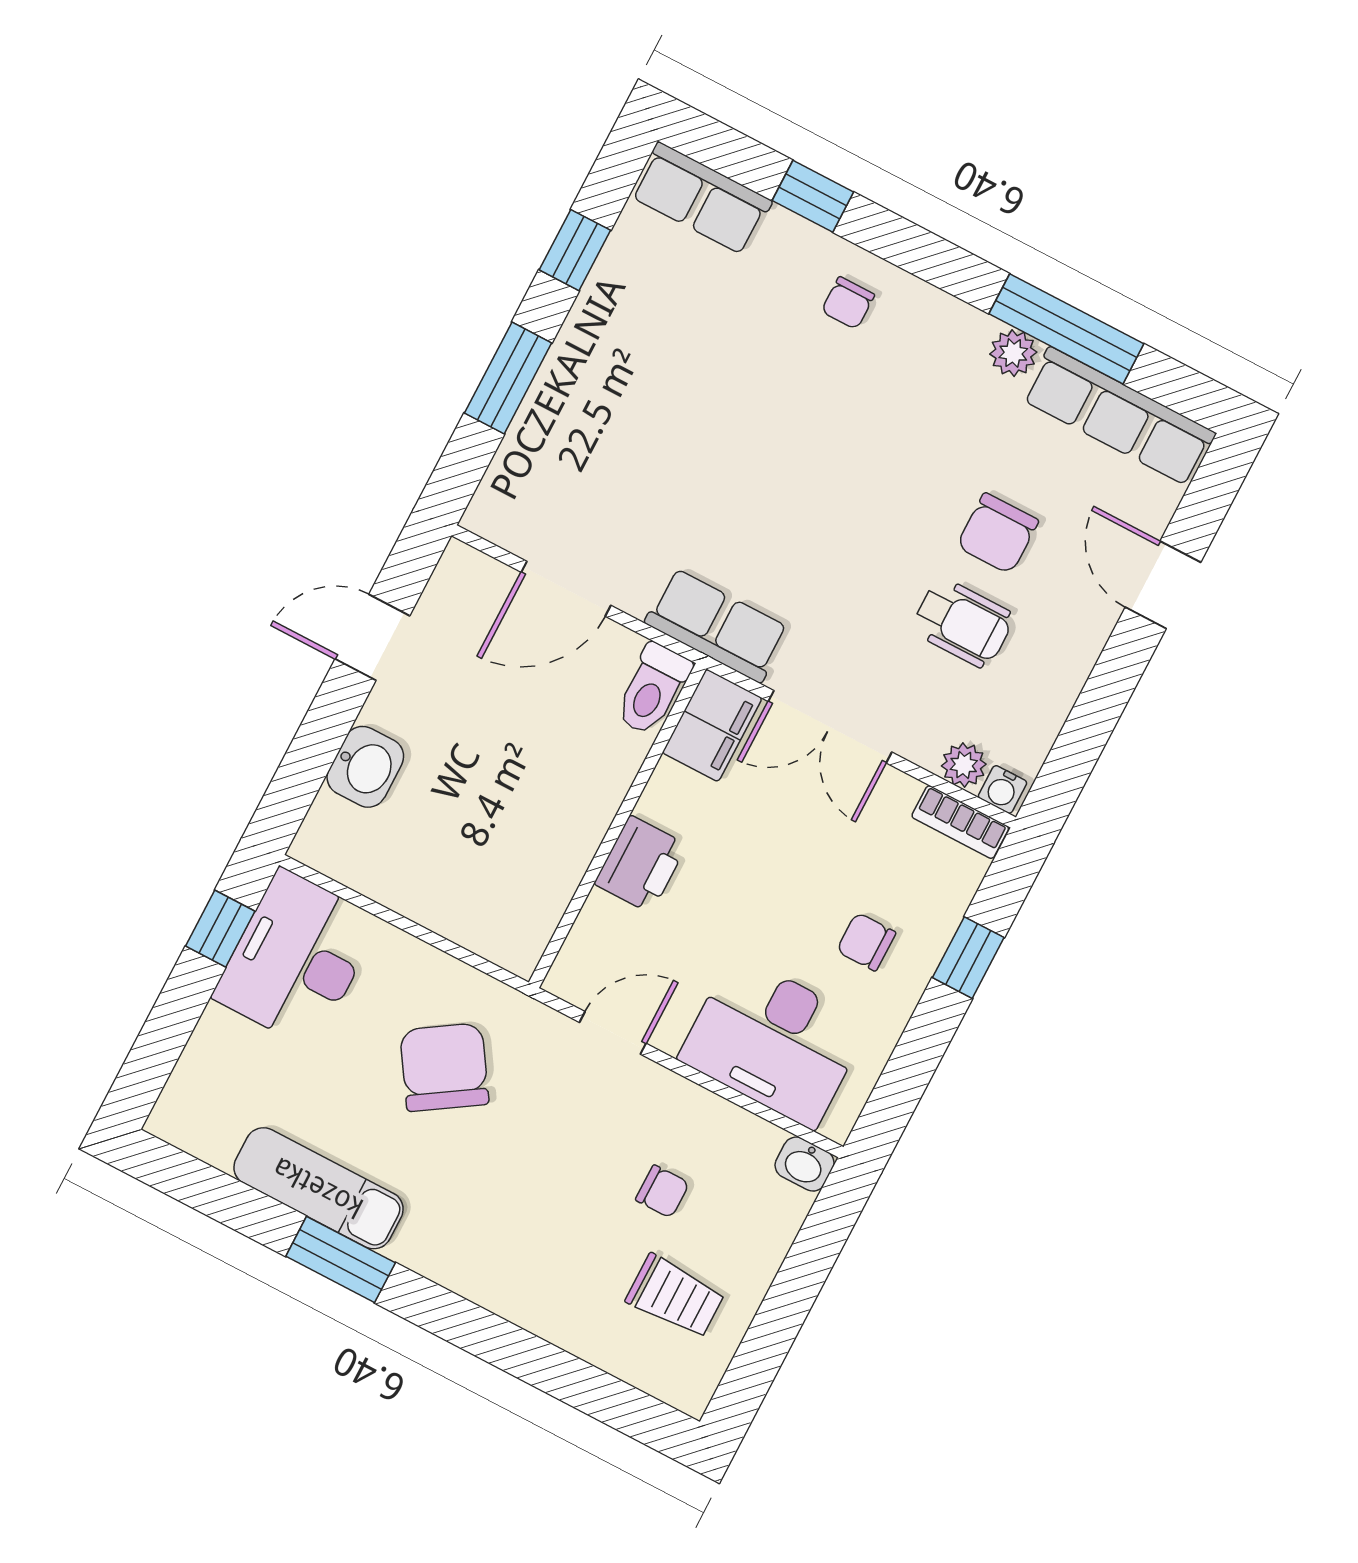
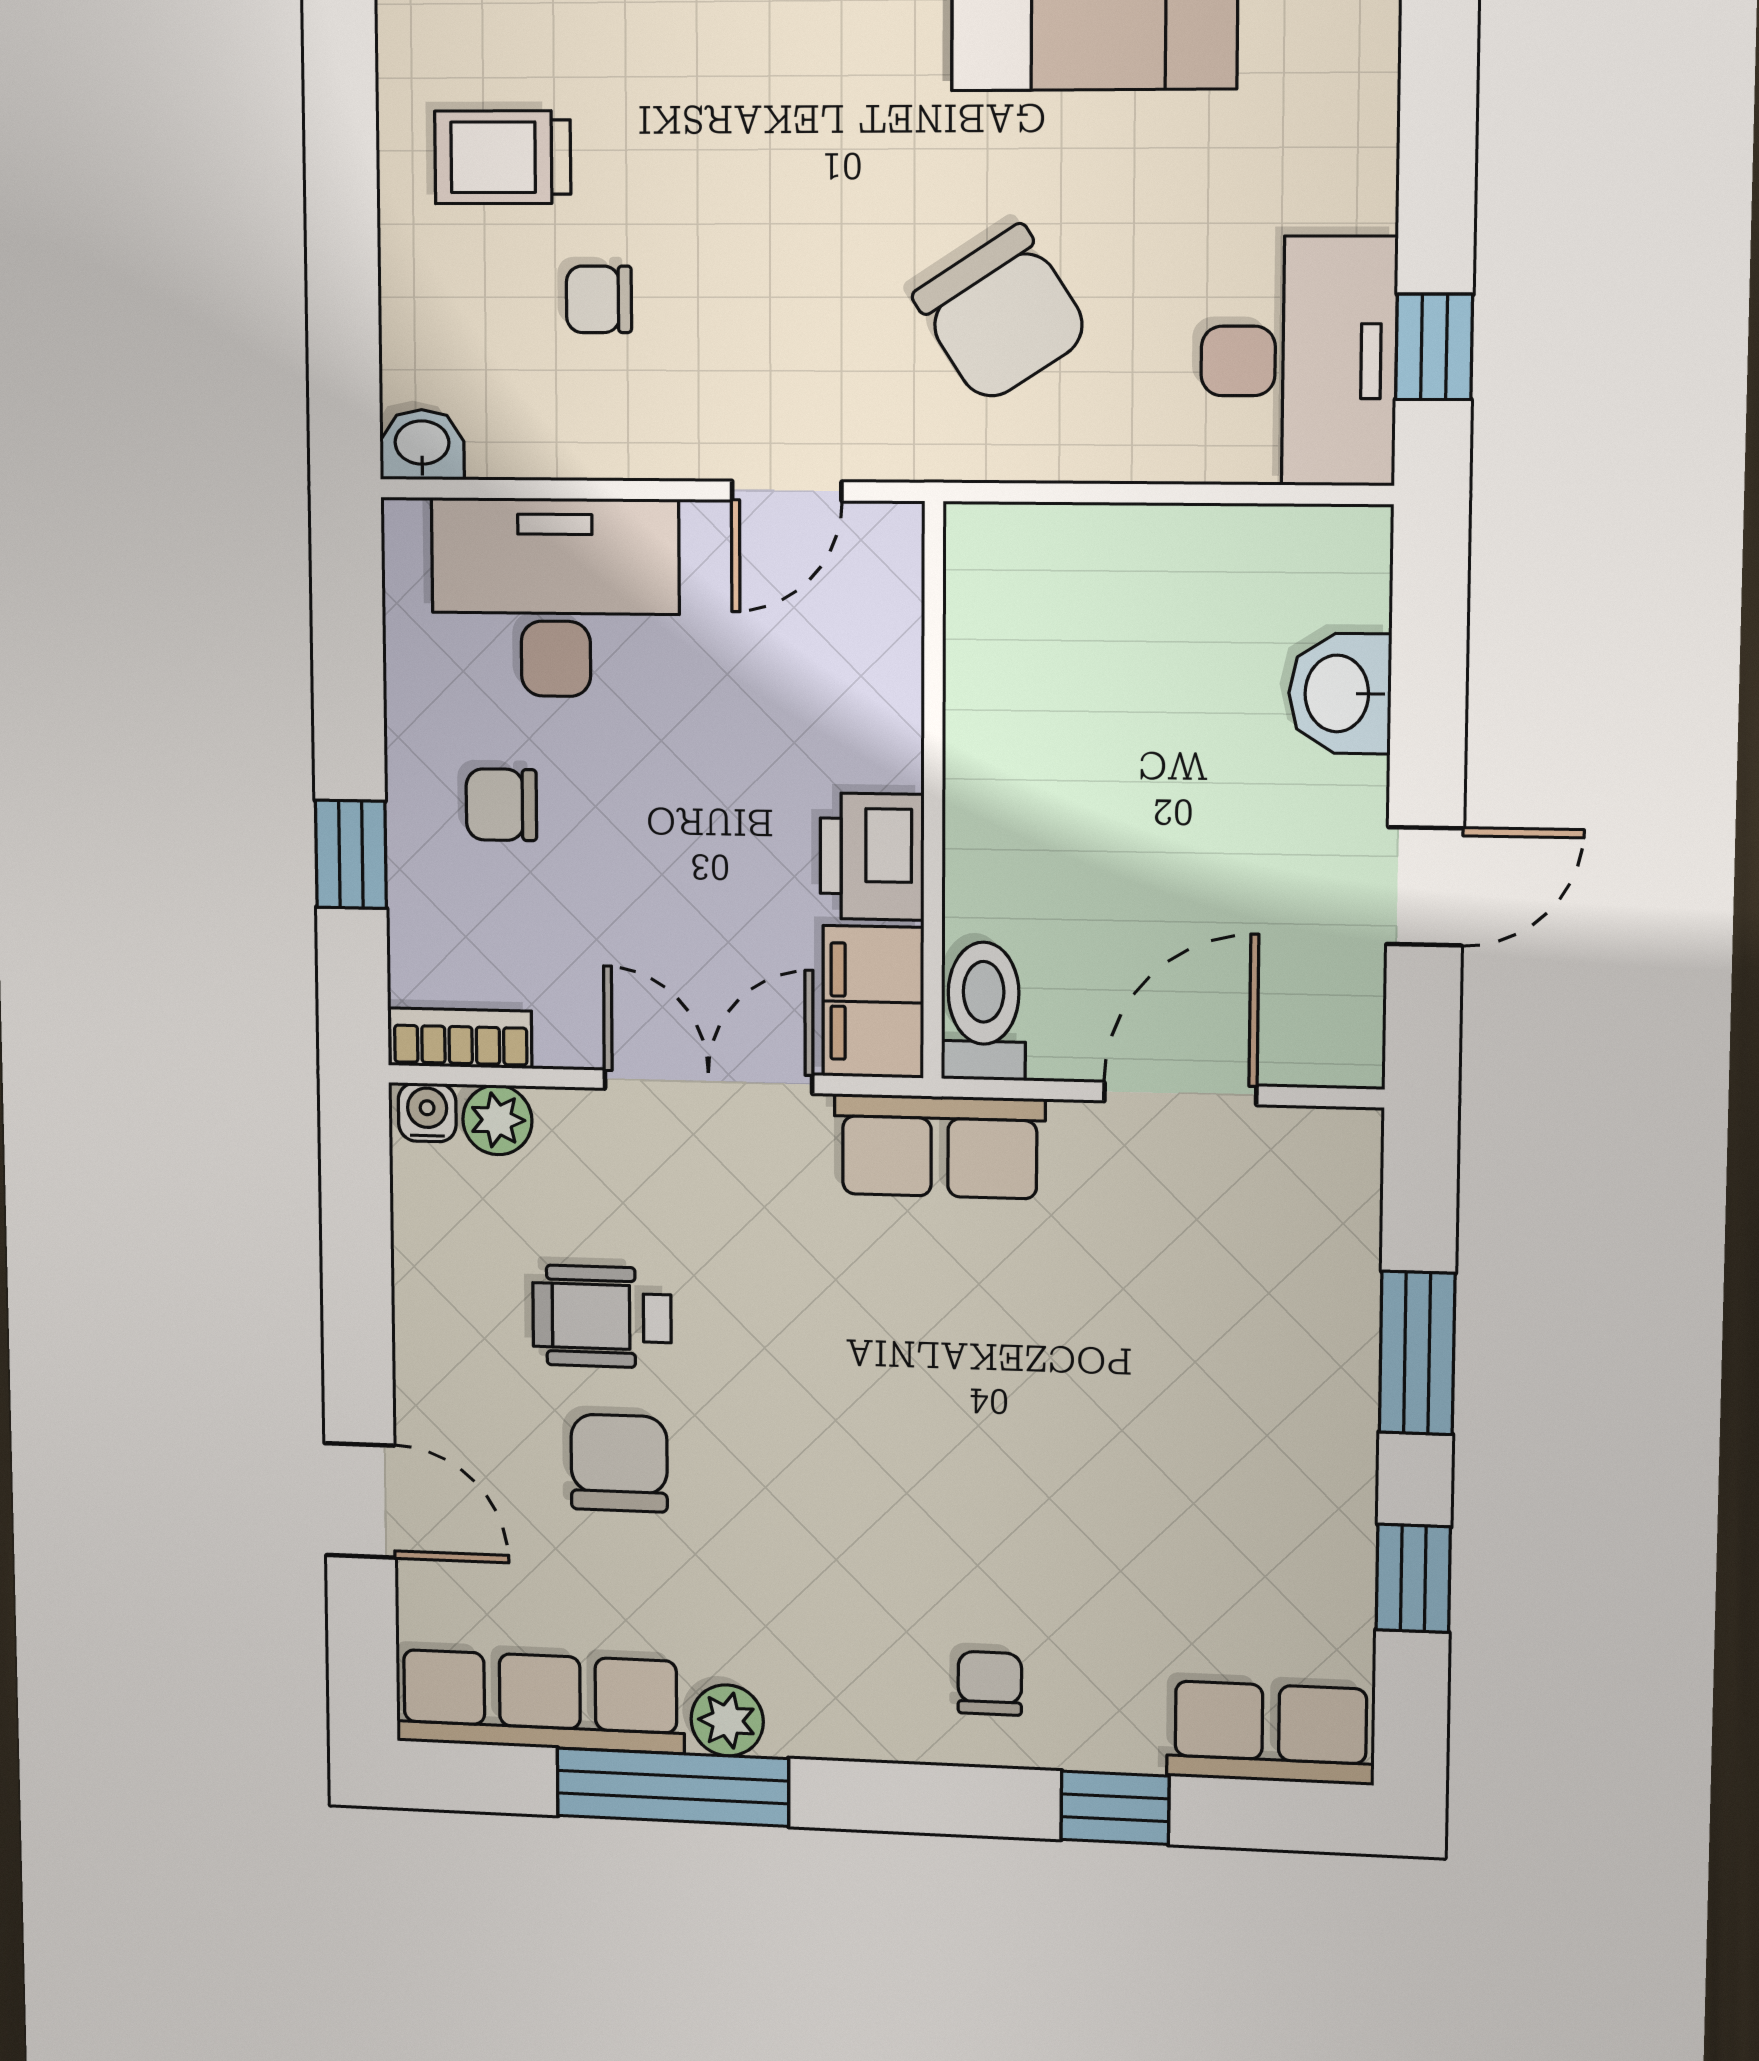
printer: (640, 864) -> (872, 857), moved
chair: (866, 942) -> (501, 805), turned 180

